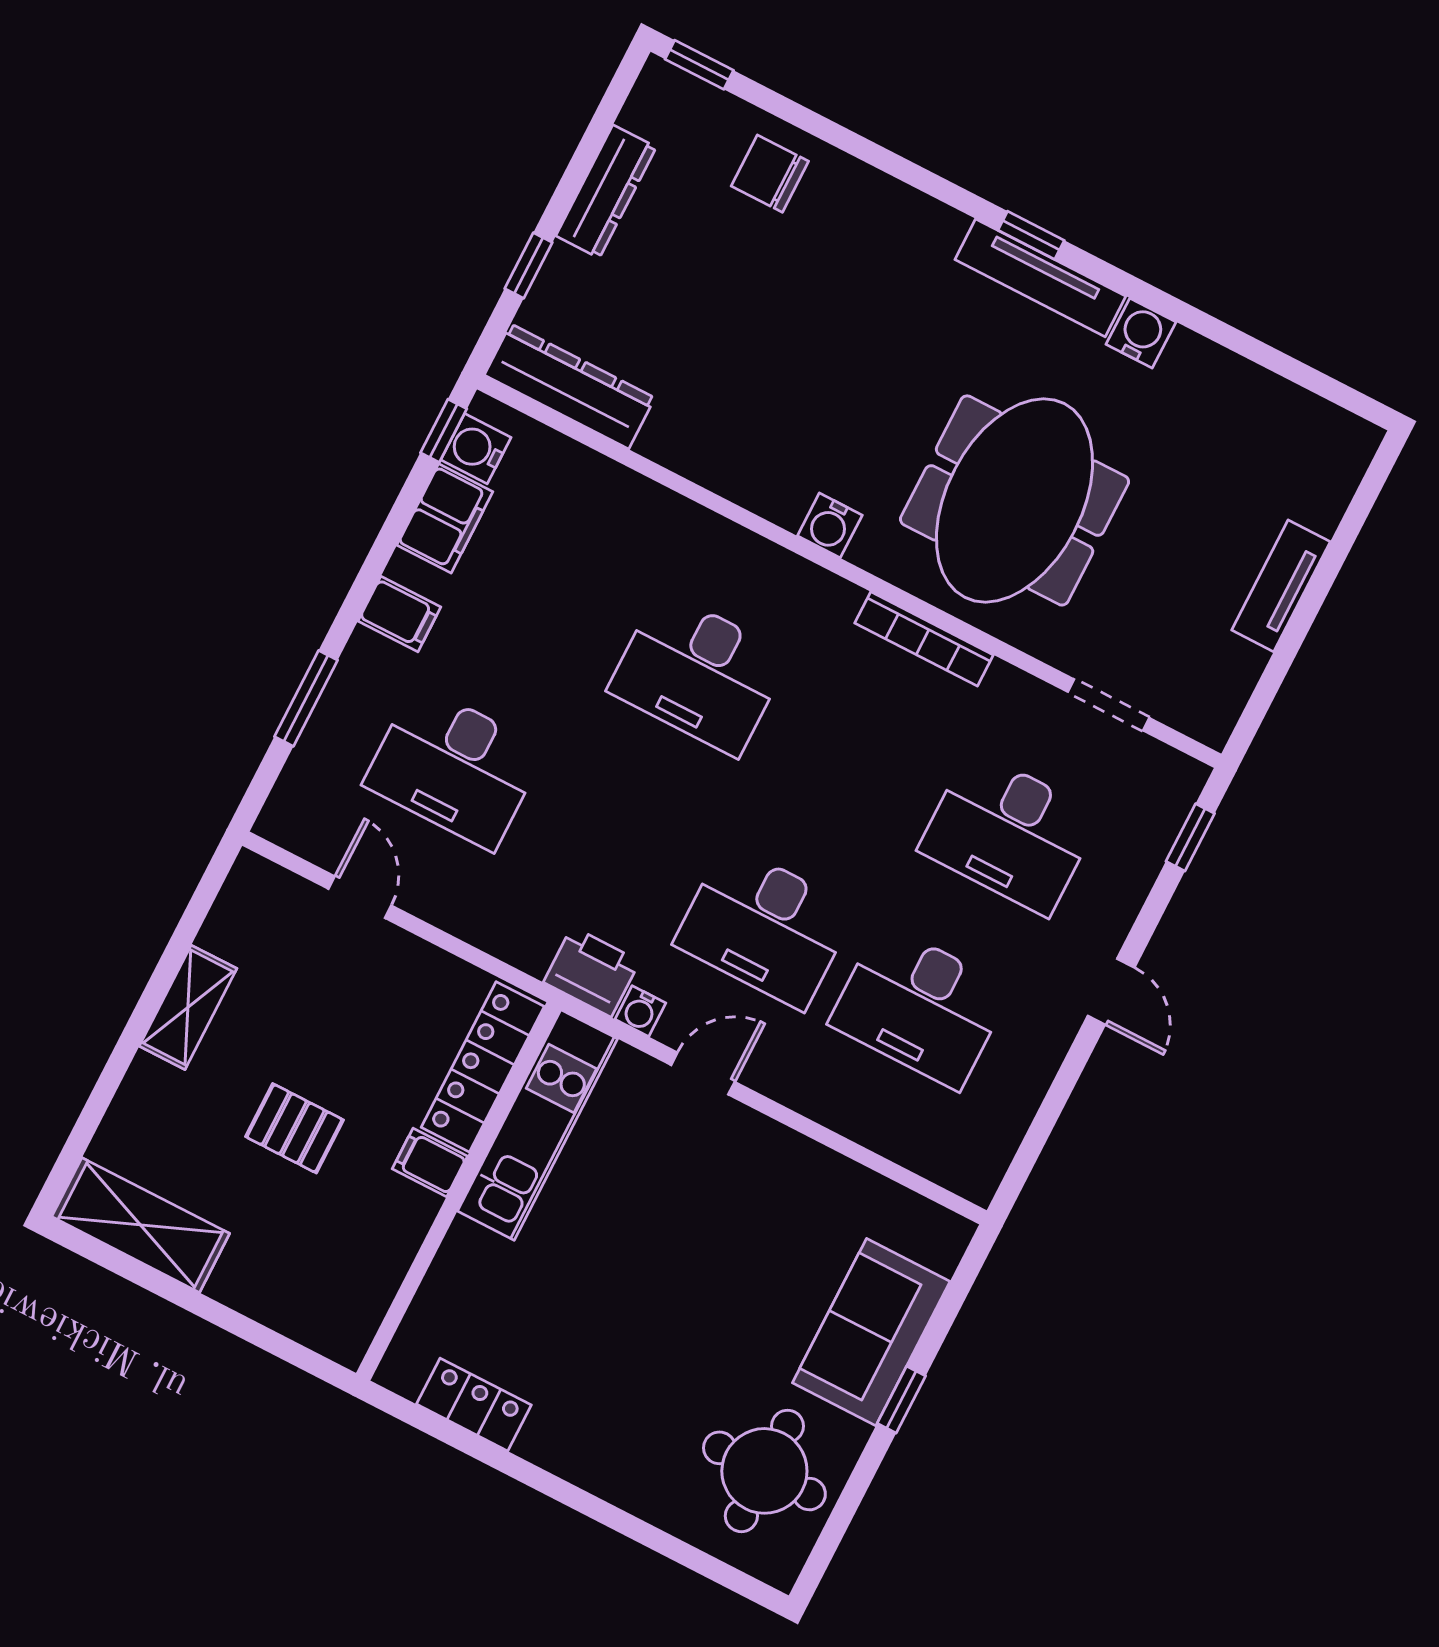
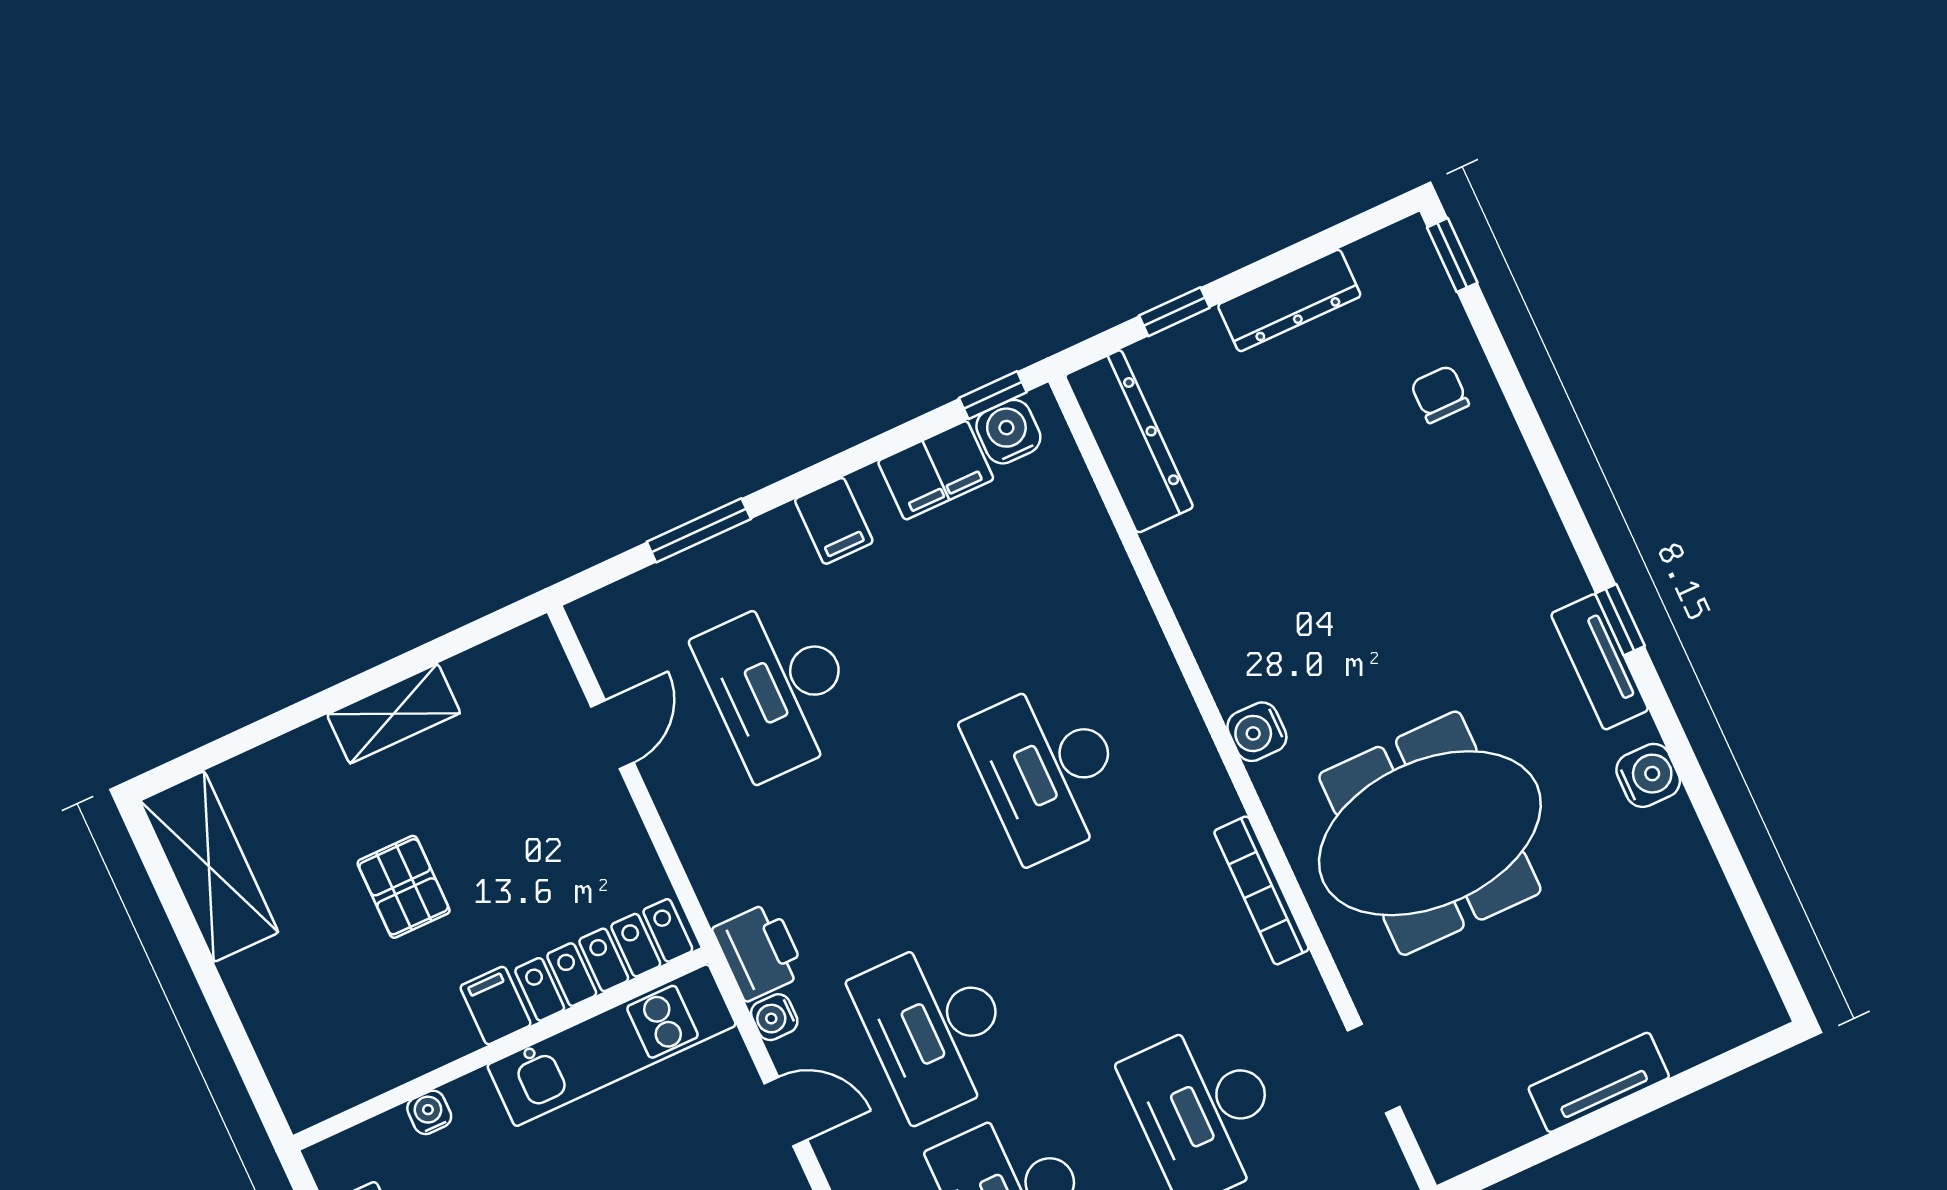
chair: (770, 174) -> (1440, 394), width x0.73, depth x0.73
tv unit: (1040, 278) -> (1600, 662), width x0.71
water cooler: (443, 1279) -> (429, 1112), added

